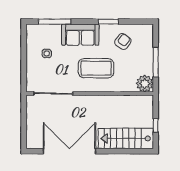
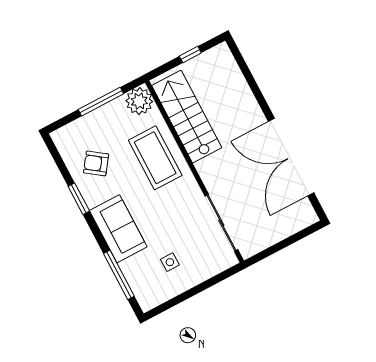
coffee table: (96, 68) -> (155, 158), moved
stairs: (126, 138) -> (187, 117), moved, turned 180

